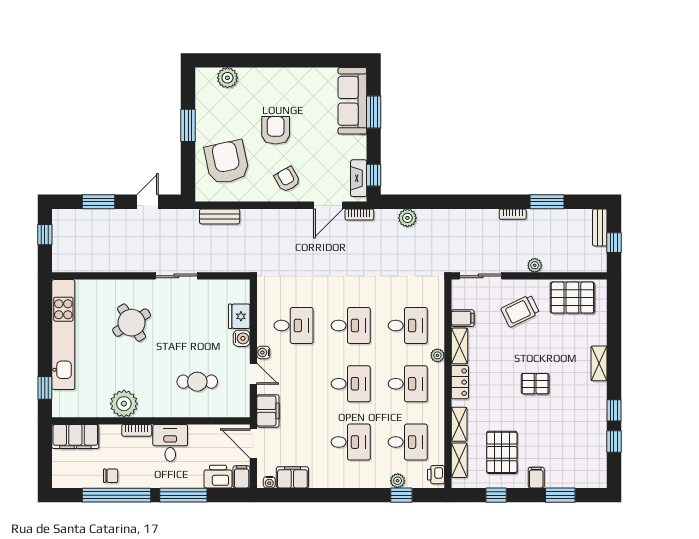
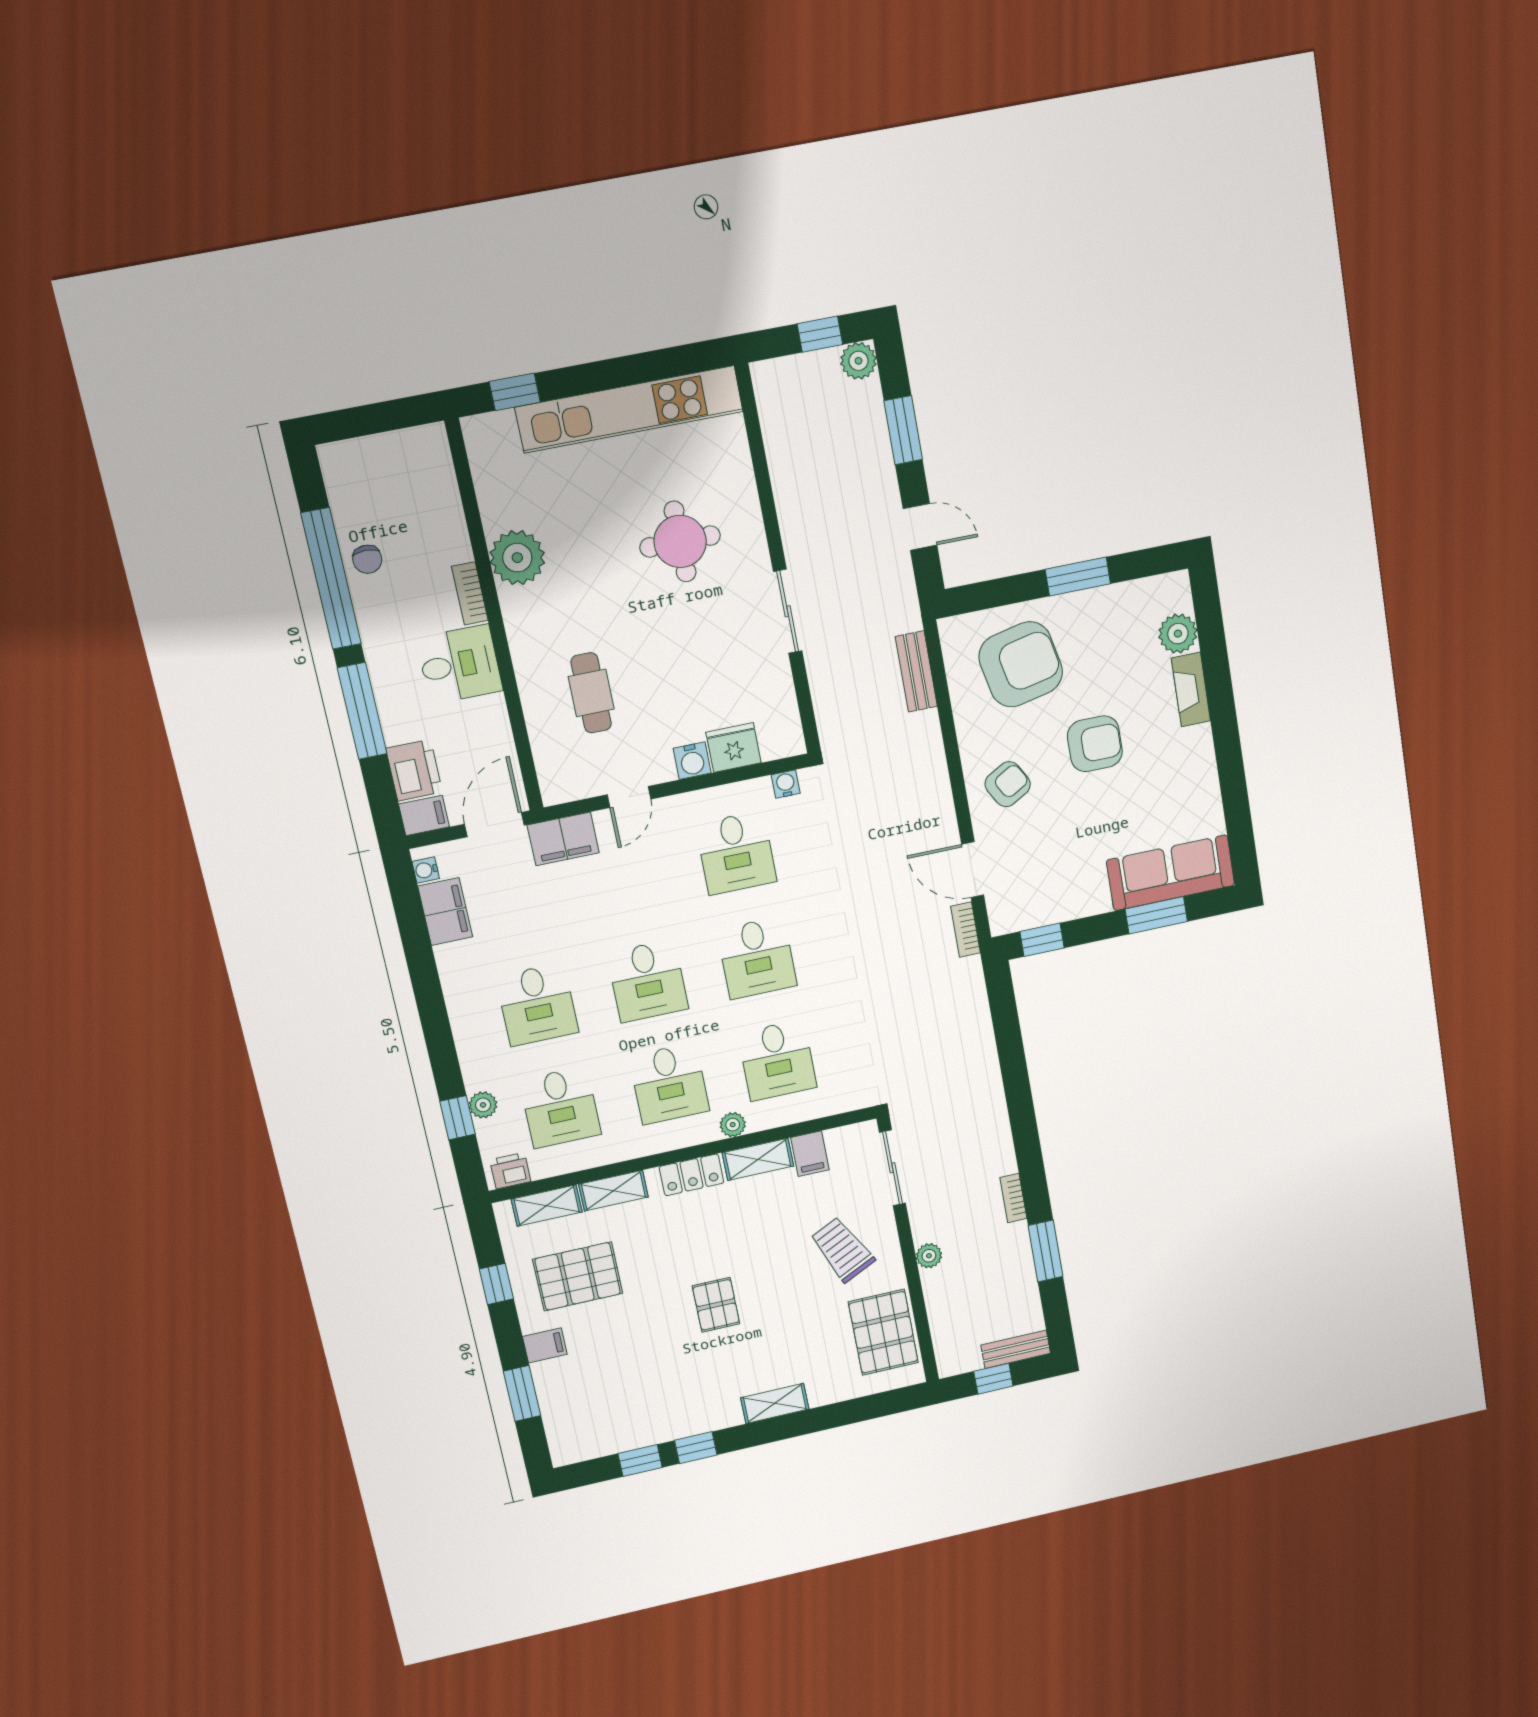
fireplace: (359, 178) -> (1191, 690), moved, turned -90
plant: (407, 218) -> (859, 361), moved
round table: (132, 323) -> (680, 541), turned 32
water cooler: (263, 353) -> (786, 784), moved
filing cabinet: (75, 437) -> (430, 473), removed

